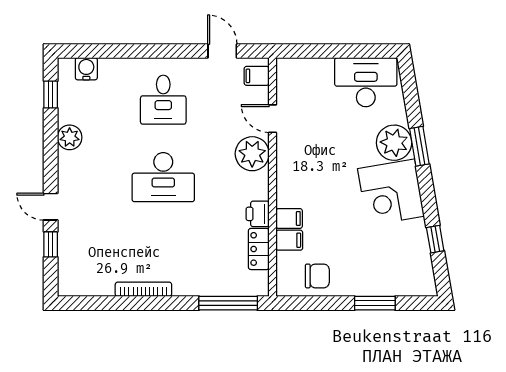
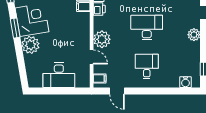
desk: (366, 82) -> (59, 75), moved
plant: (70, 137) -> (194, 35), moved
window: (419, 146) -> (15, 28), moved

